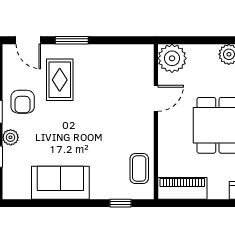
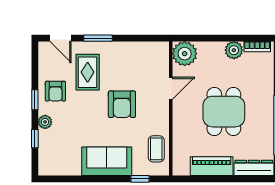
armchair: (99, 117) -> (122, 104), added
sofa: (60, 183) -> (107, 161), moved
piano: (182, 188) -> (212, 166), moved

